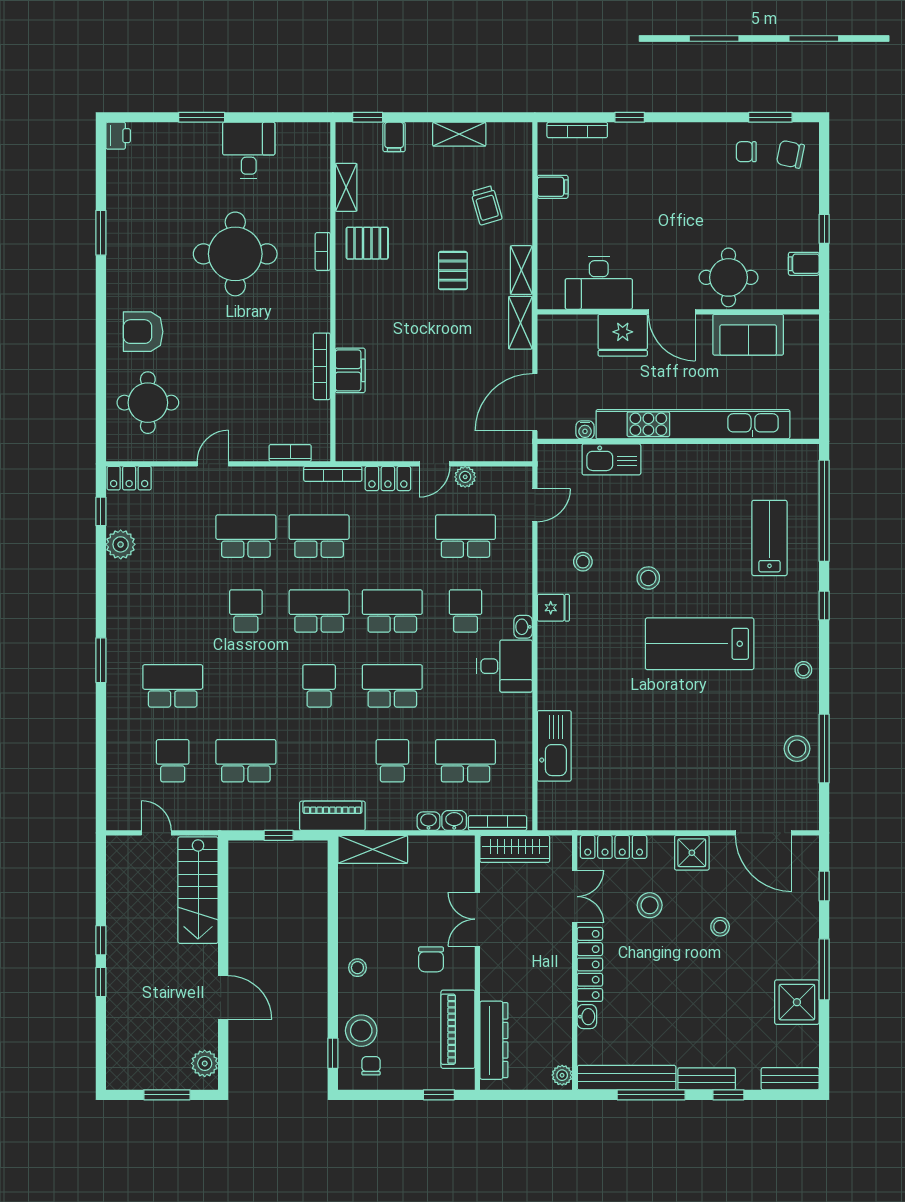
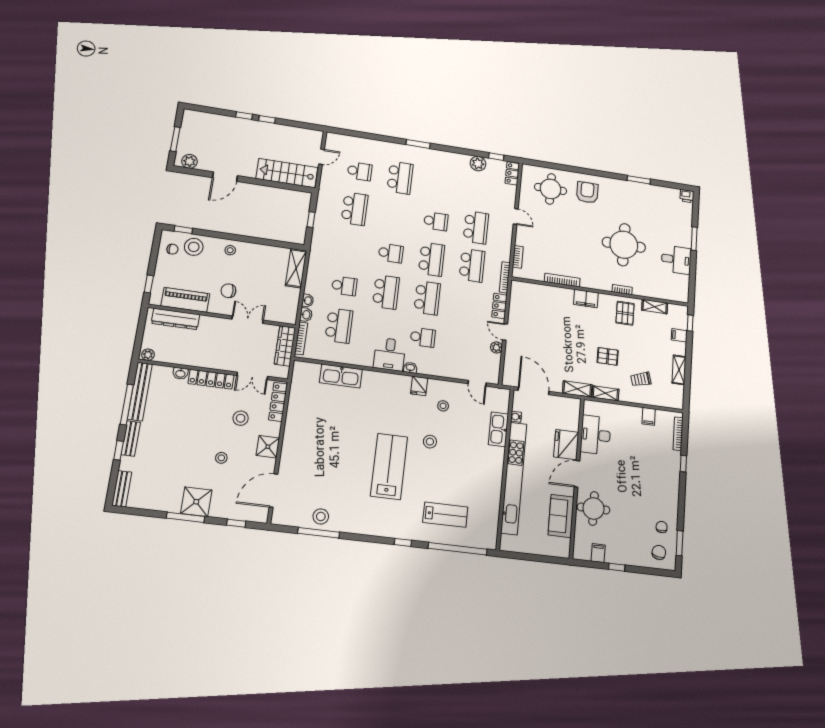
filing cabinet: (350, 370) -> (586, 299), moved
school desk: (465, 536) -> (464, 343), removed
stool: (803, 670) -> (367, 526), removed
piano: (332, 816) -> (318, 249), removed
shower: (797, 1002) -> (196, 502), moved

